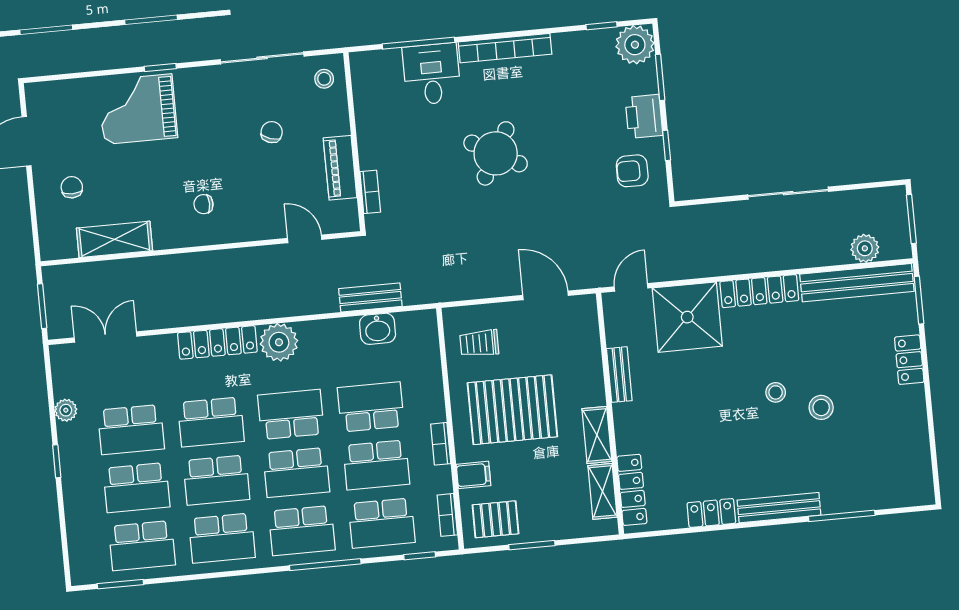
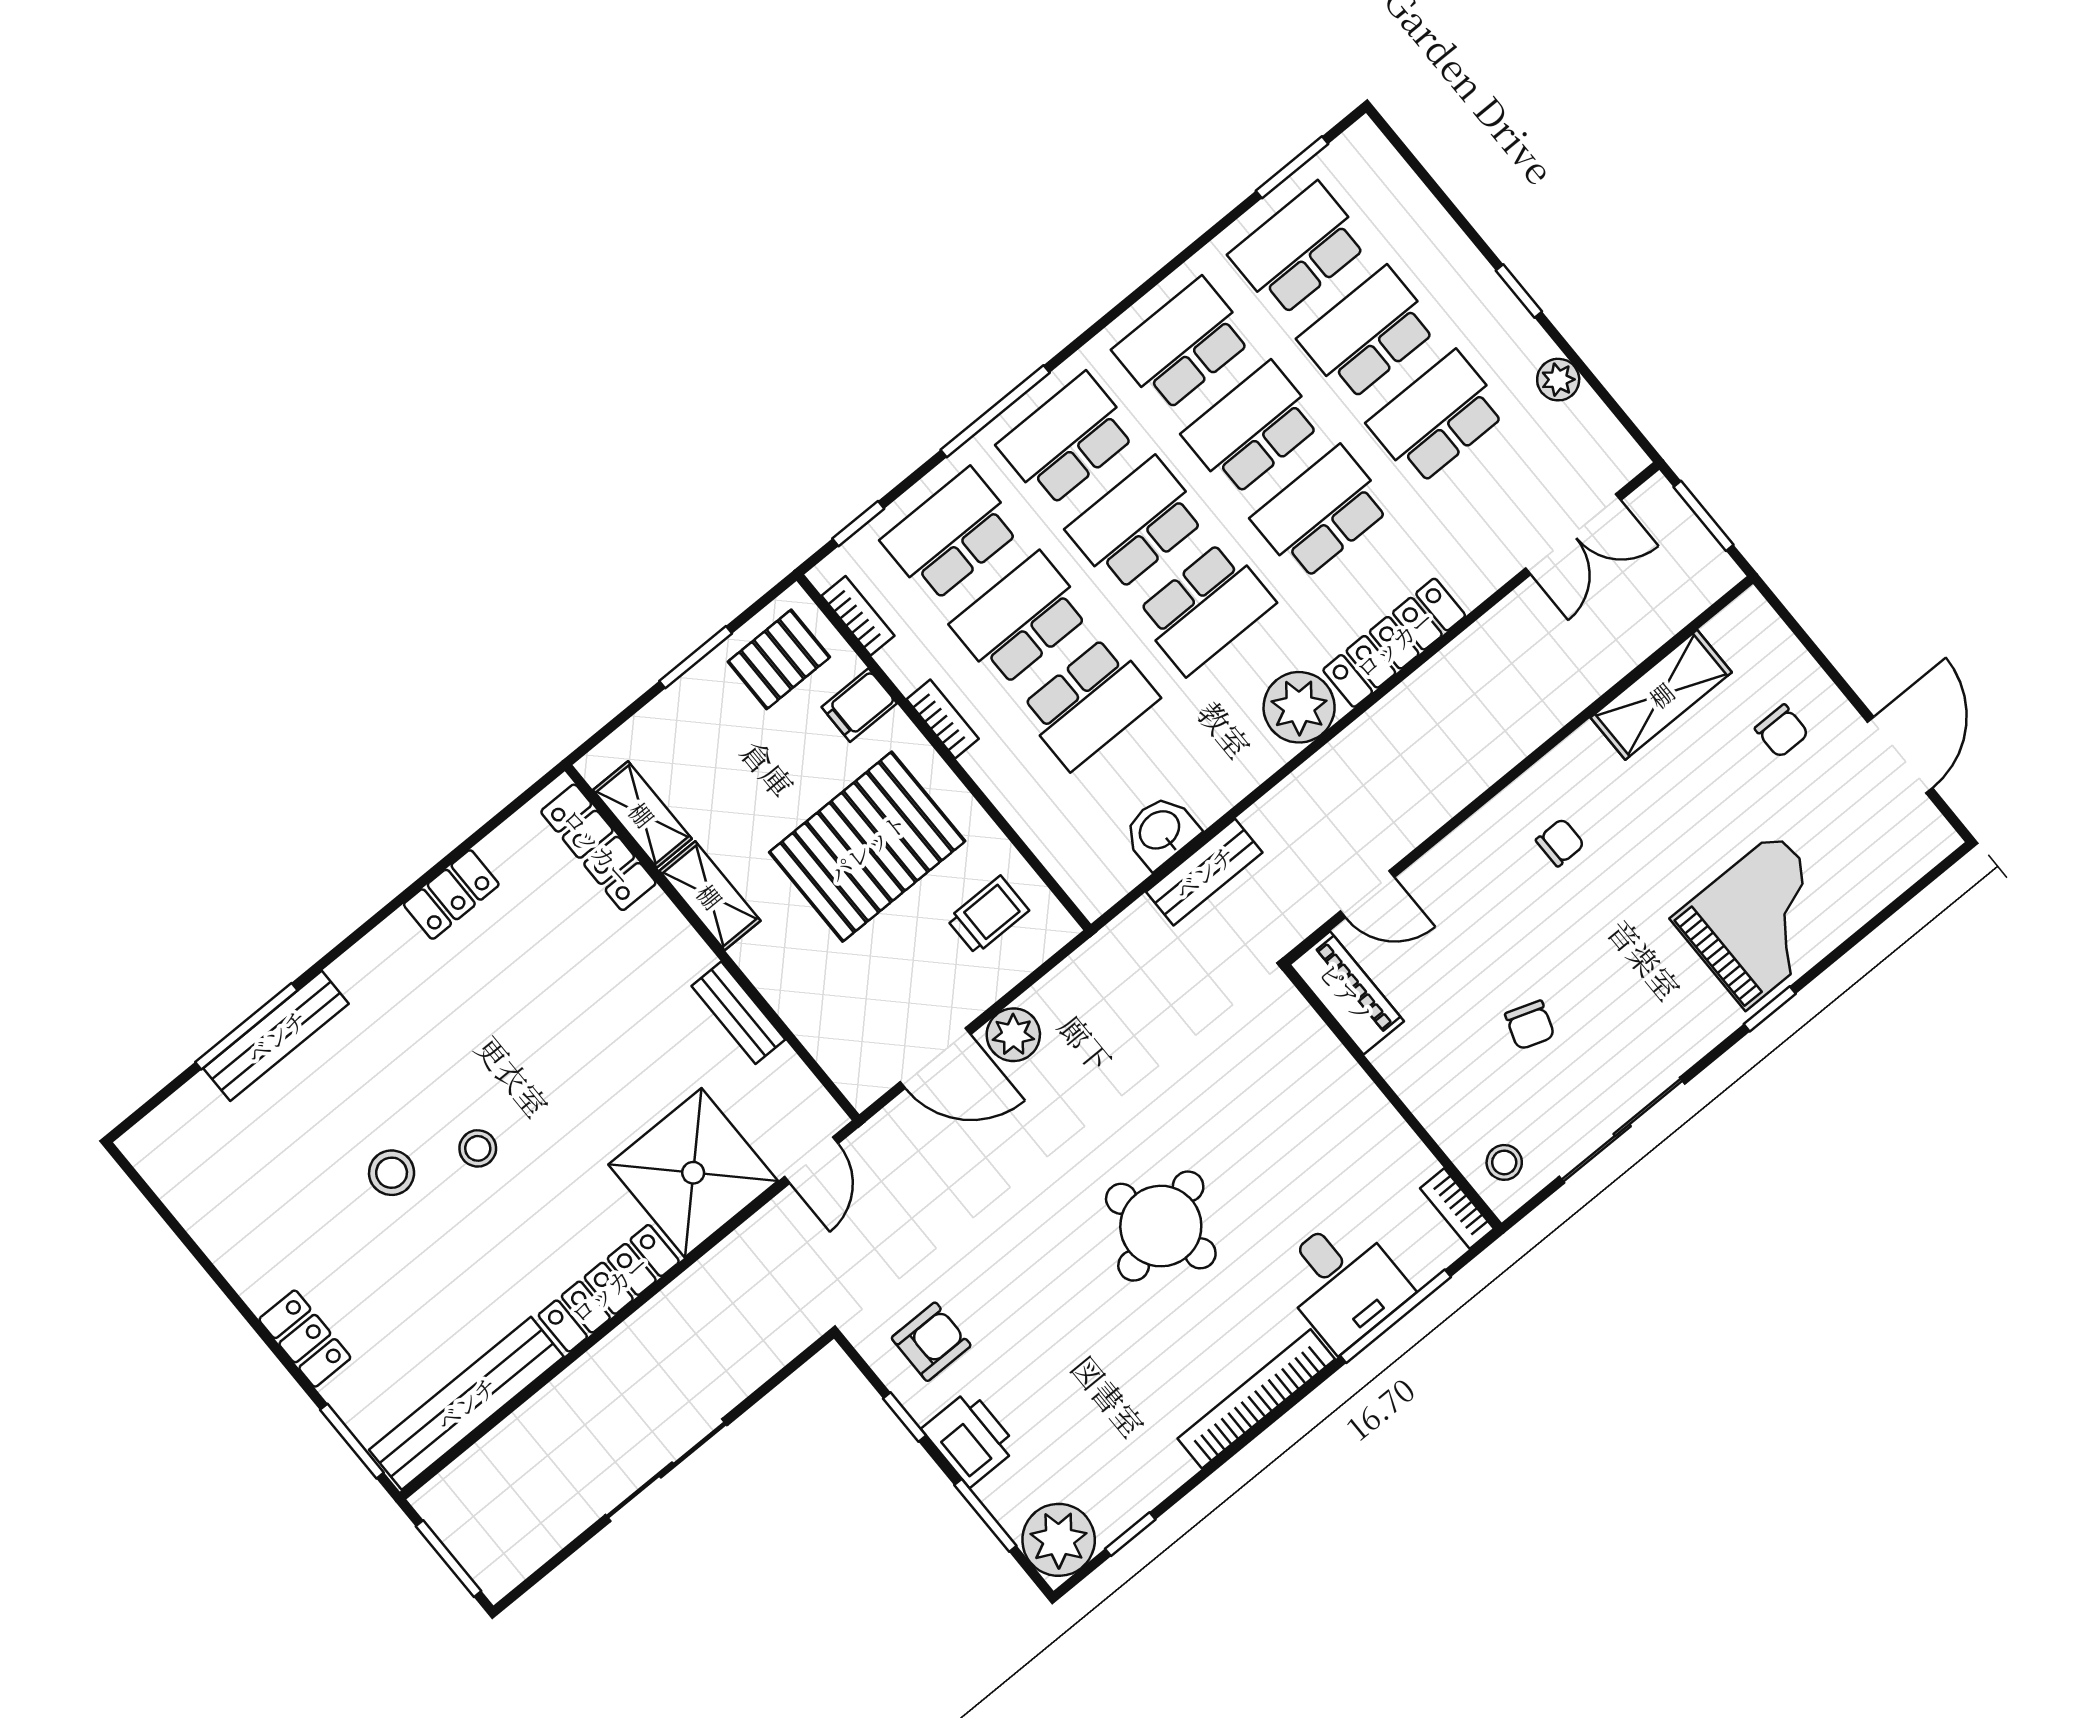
round table: (496, 153) -> (1161, 1226), turned 45
piano: (340, 168) -> (1347, 993), moved
bookcase: (370, 192) -> (1457, 1208), moved
plant: (865, 248) -> (1013, 1035), moved
bench: (779, 508) -> (276, 1036), moved

